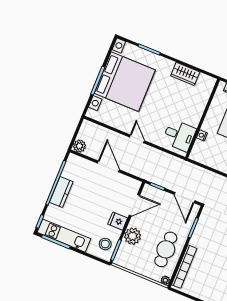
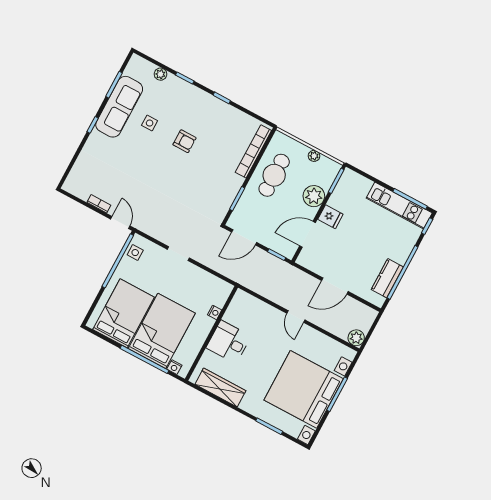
wardrobe: (185, 74) -> (220, 387), width x1.50
desk: (179, 135) -> (229, 342), moved
plant: (79, 146) -> (356, 338), moved
door: (108, 166) -> (335, 286), hinge flipped
kitchen counter: (61, 192) -> (387, 278), moved
door: (185, 198) -> (244, 237), swing flipped
stool: (105, 244) -> (349, 190), removed
plant: (165, 280) -> (314, 156), moved

